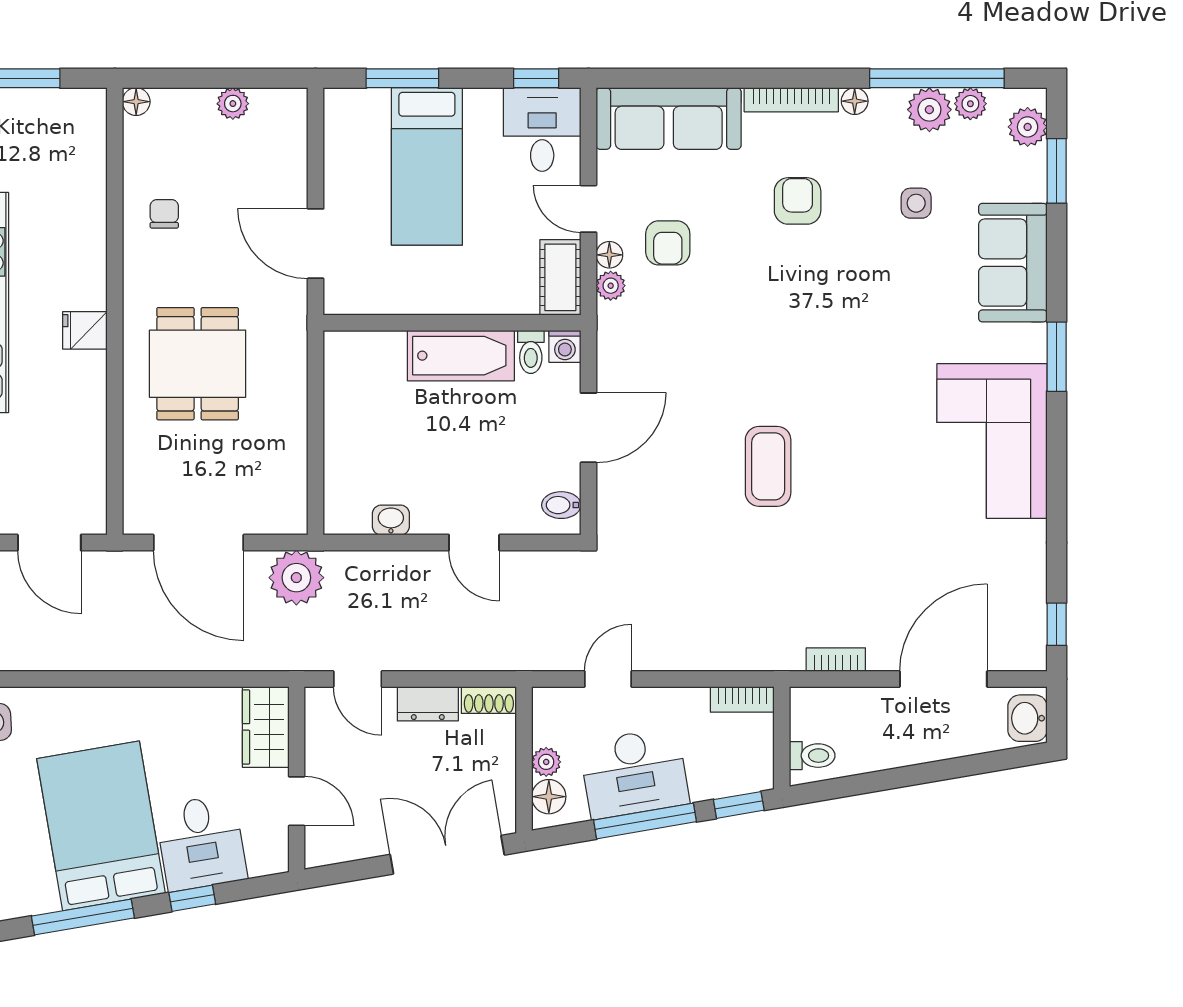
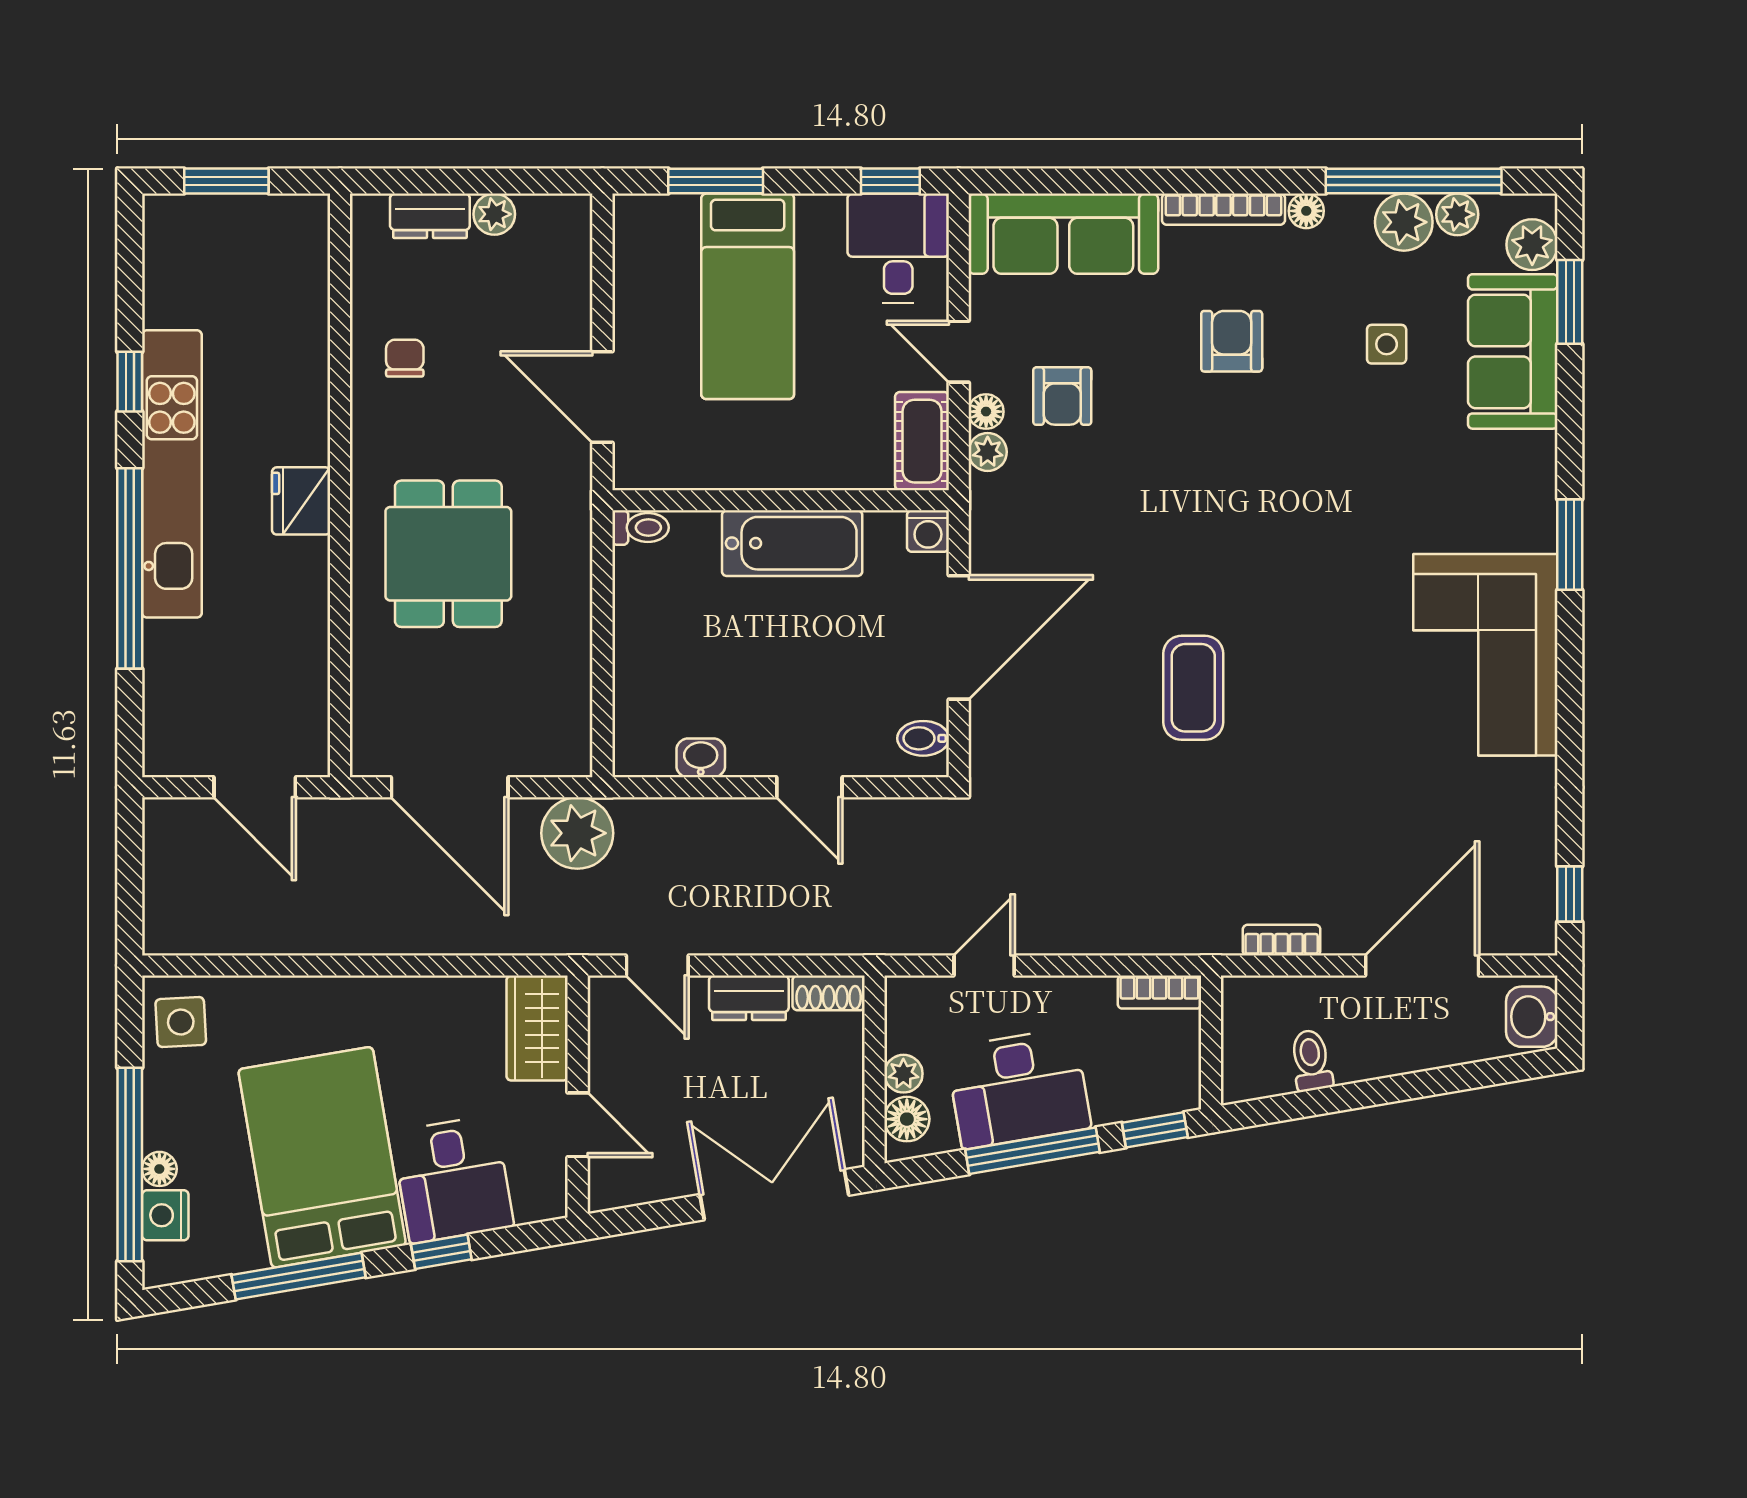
floor lamp: (136, 102) -> (368, 212), removed
dresser: (183, 105) -> (430, 216), added
sofa: (1013, 263) -> (1513, 351), moved
fridge: (85, 330) -> (301, 501), width x1.38
toilet: (531, 352) -> (640, 528), moved, turned -90
door: (588, 428) -> (959, 637), width x1.36
toilet: (812, 756) -> (1311, 1060), moved, turned -100

